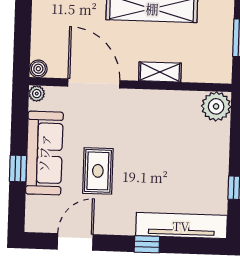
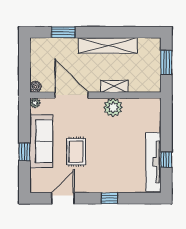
plant: (216, 106) -> (113, 107), moved
tv unit: (181, 226) -> (153, 162), moved, turned -90

